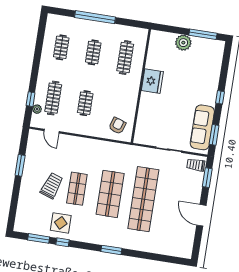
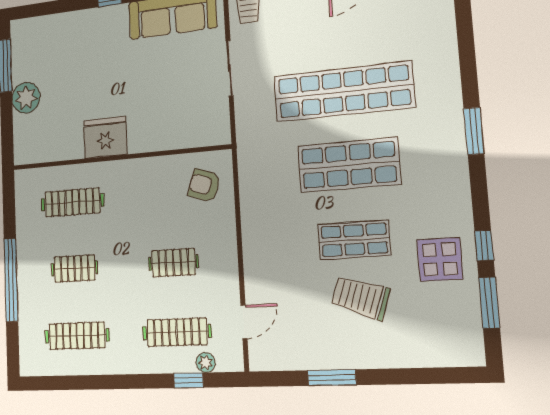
clothes rail: (61, 47) -> (77, 336), width x1.36

